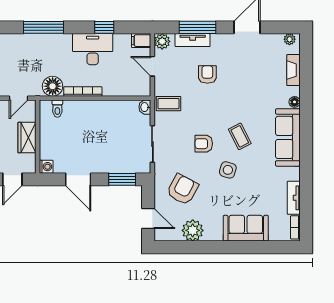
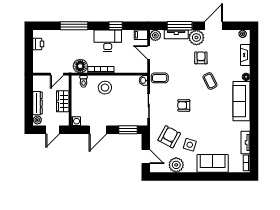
plant: (222, 45) -> (196, 38), added
armchair: (207, 74) -> (201, 58), moved
stool: (89, 118) -> (105, 88), added
coffee table: (240, 136) -> (210, 81), moved
side table: (228, 170) -> (190, 145), moved
door: (78, 179) -> (98, 130), hinge flipped

